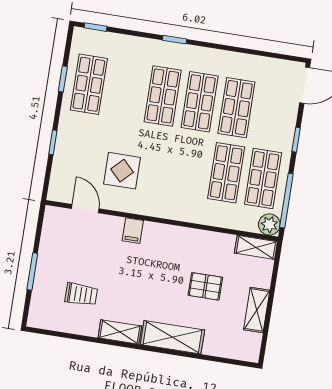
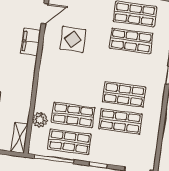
shop shelf: (163, 96) -> (131, 41), moved
plant: (269, 224) -> (40, 120), moved
filing cabinet: (133, 231) -> (30, 42), width x2.00

